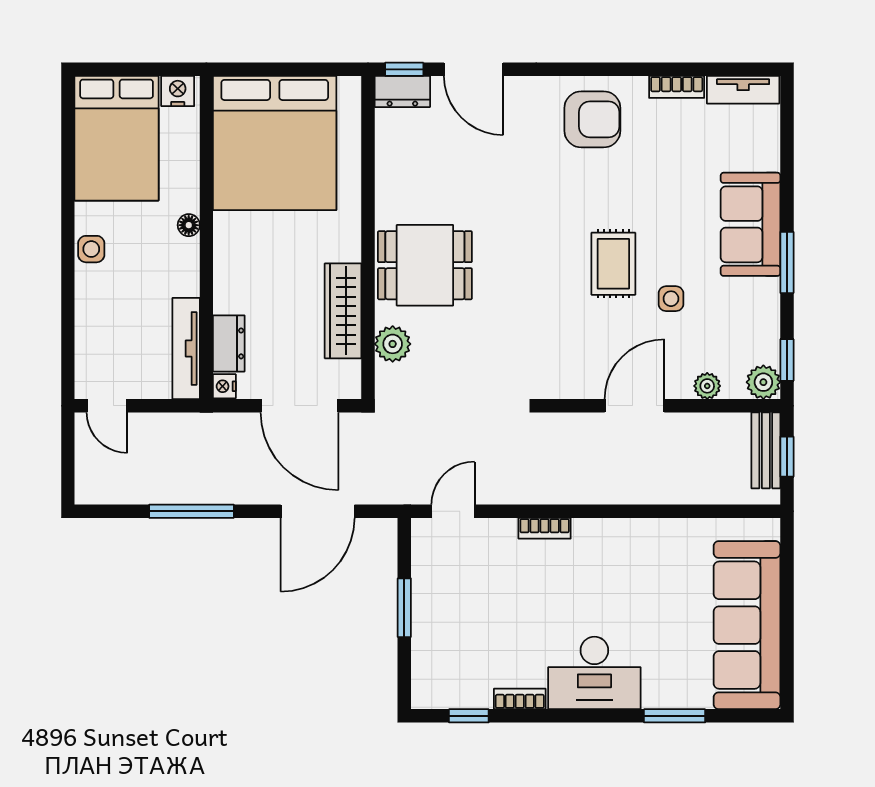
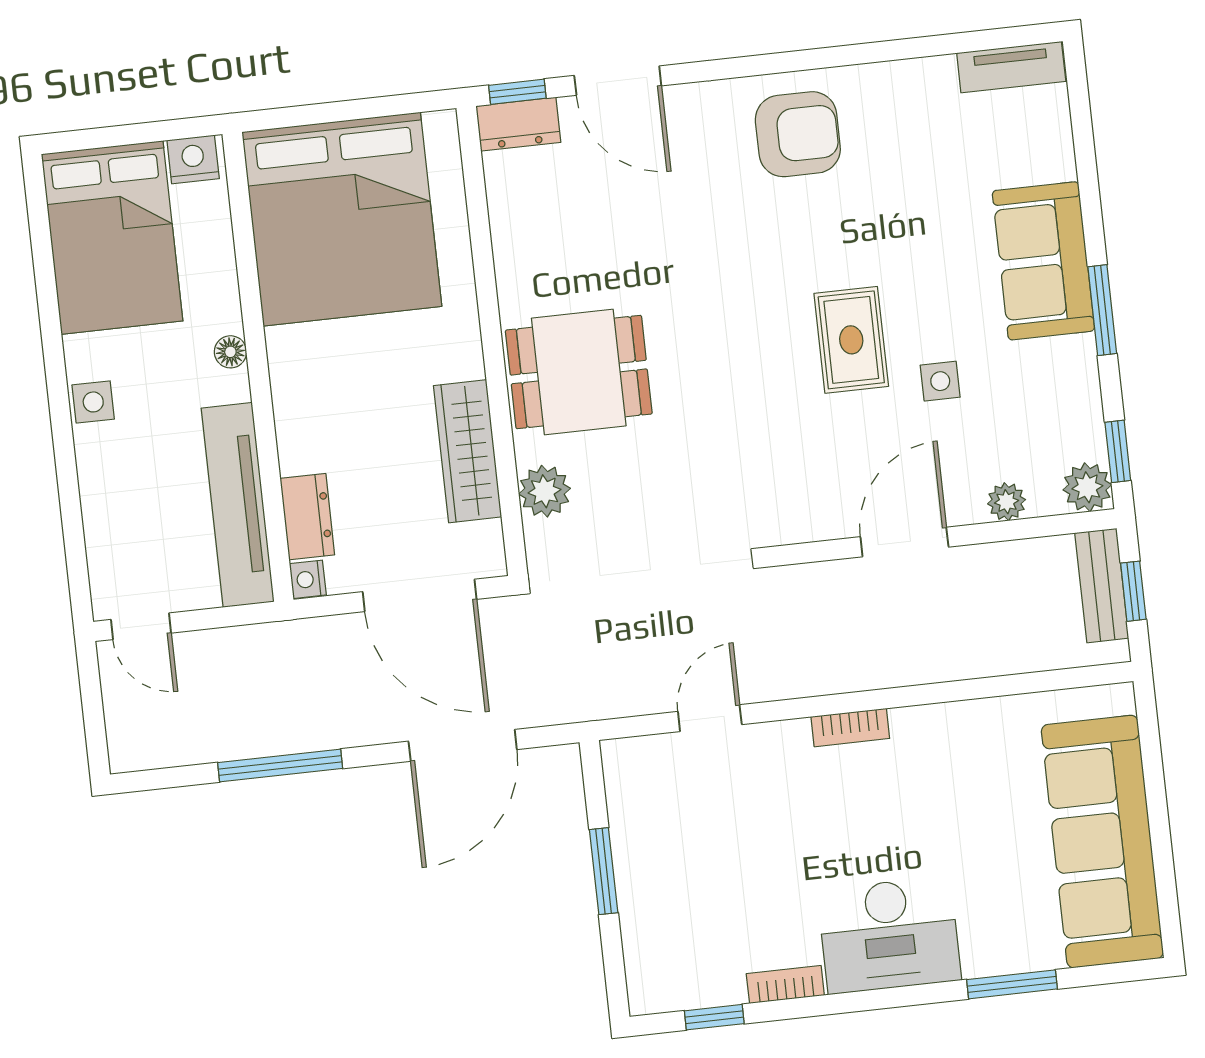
bookcase: (677, 87) -> (915, 74), removed
tv unit: (186, 349) -> (238, 505), width x1.36, depth x1.29
door: (453, 511) -> (710, 718), moved
bookcase: (545, 528) -> (850, 728), moved

